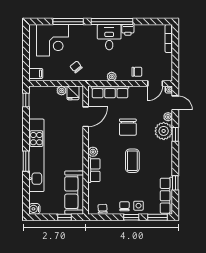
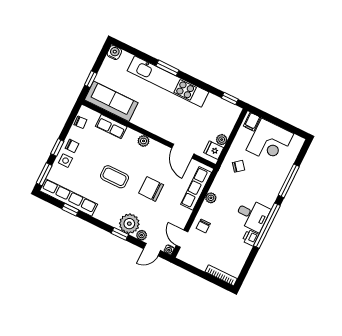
corner desk: (53, 40) -> (270, 142), moved, turned -90
row of seats: (94, 170) -> (111, 127), moved
row of seats: (166, 196) -> (69, 197), width x1.36

